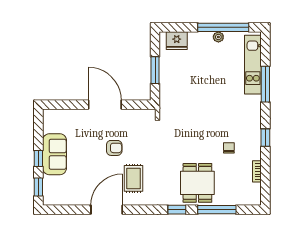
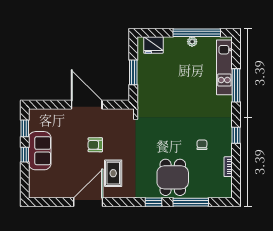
armchair: (114, 148) -> (95, 145), turned 180
window: (38, 187) -> (25, 128), moved

